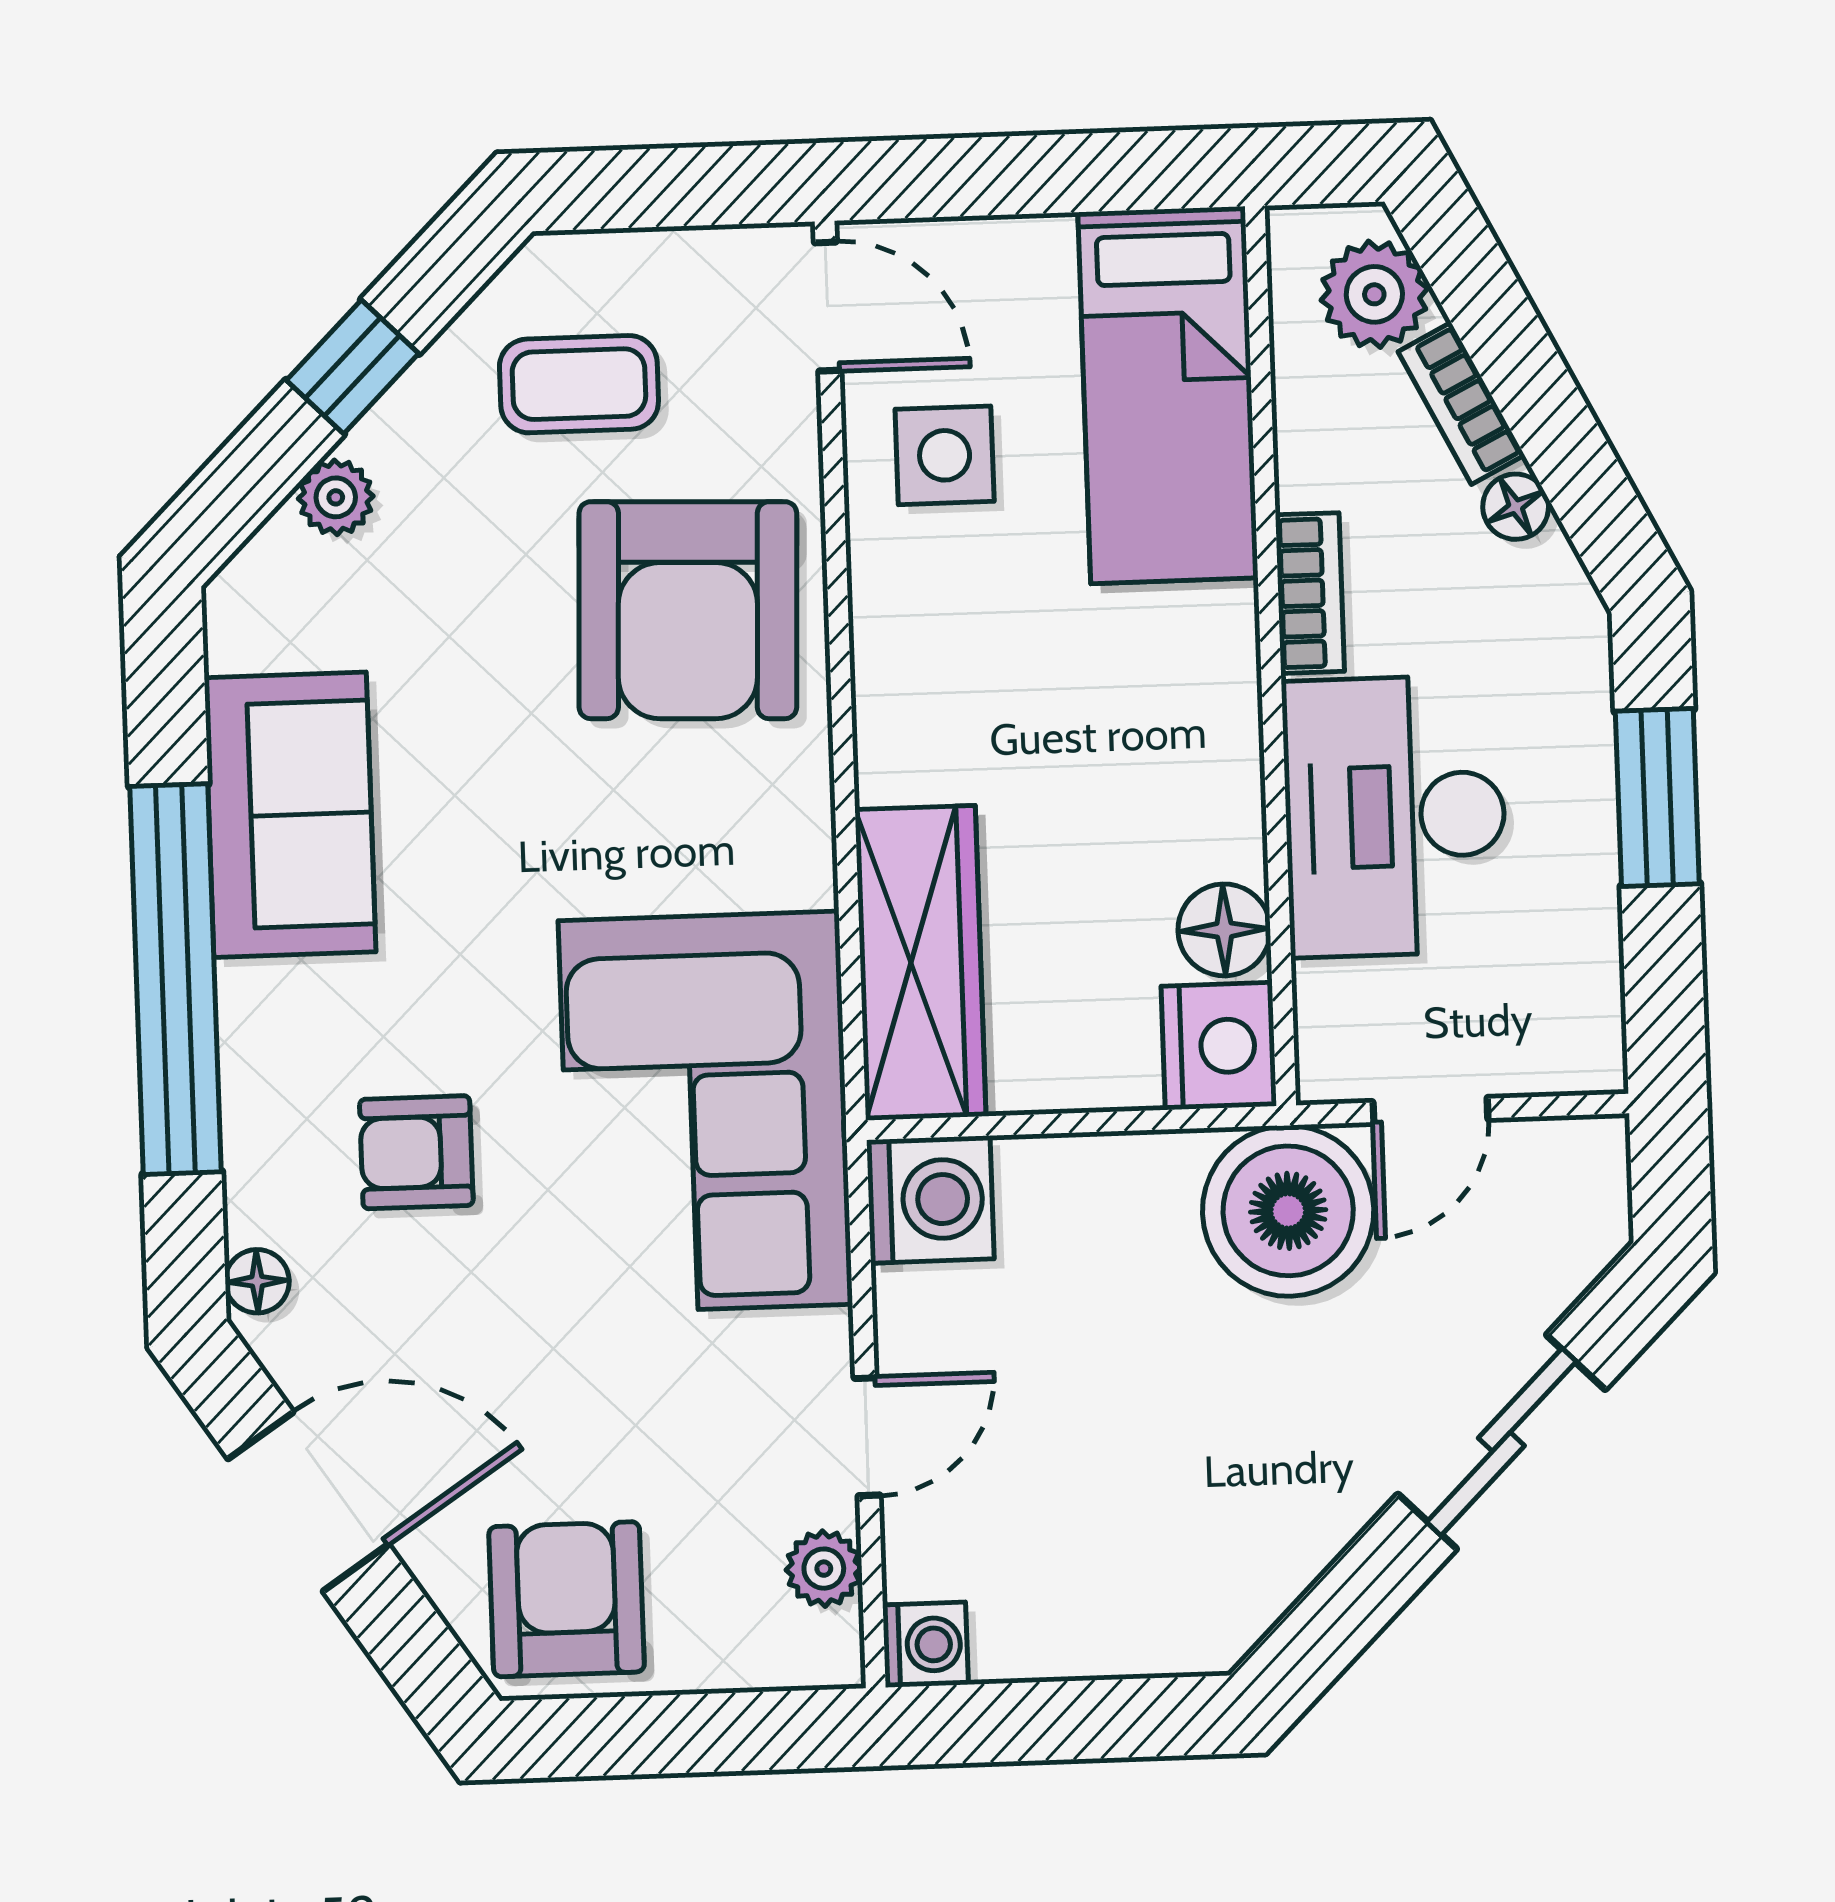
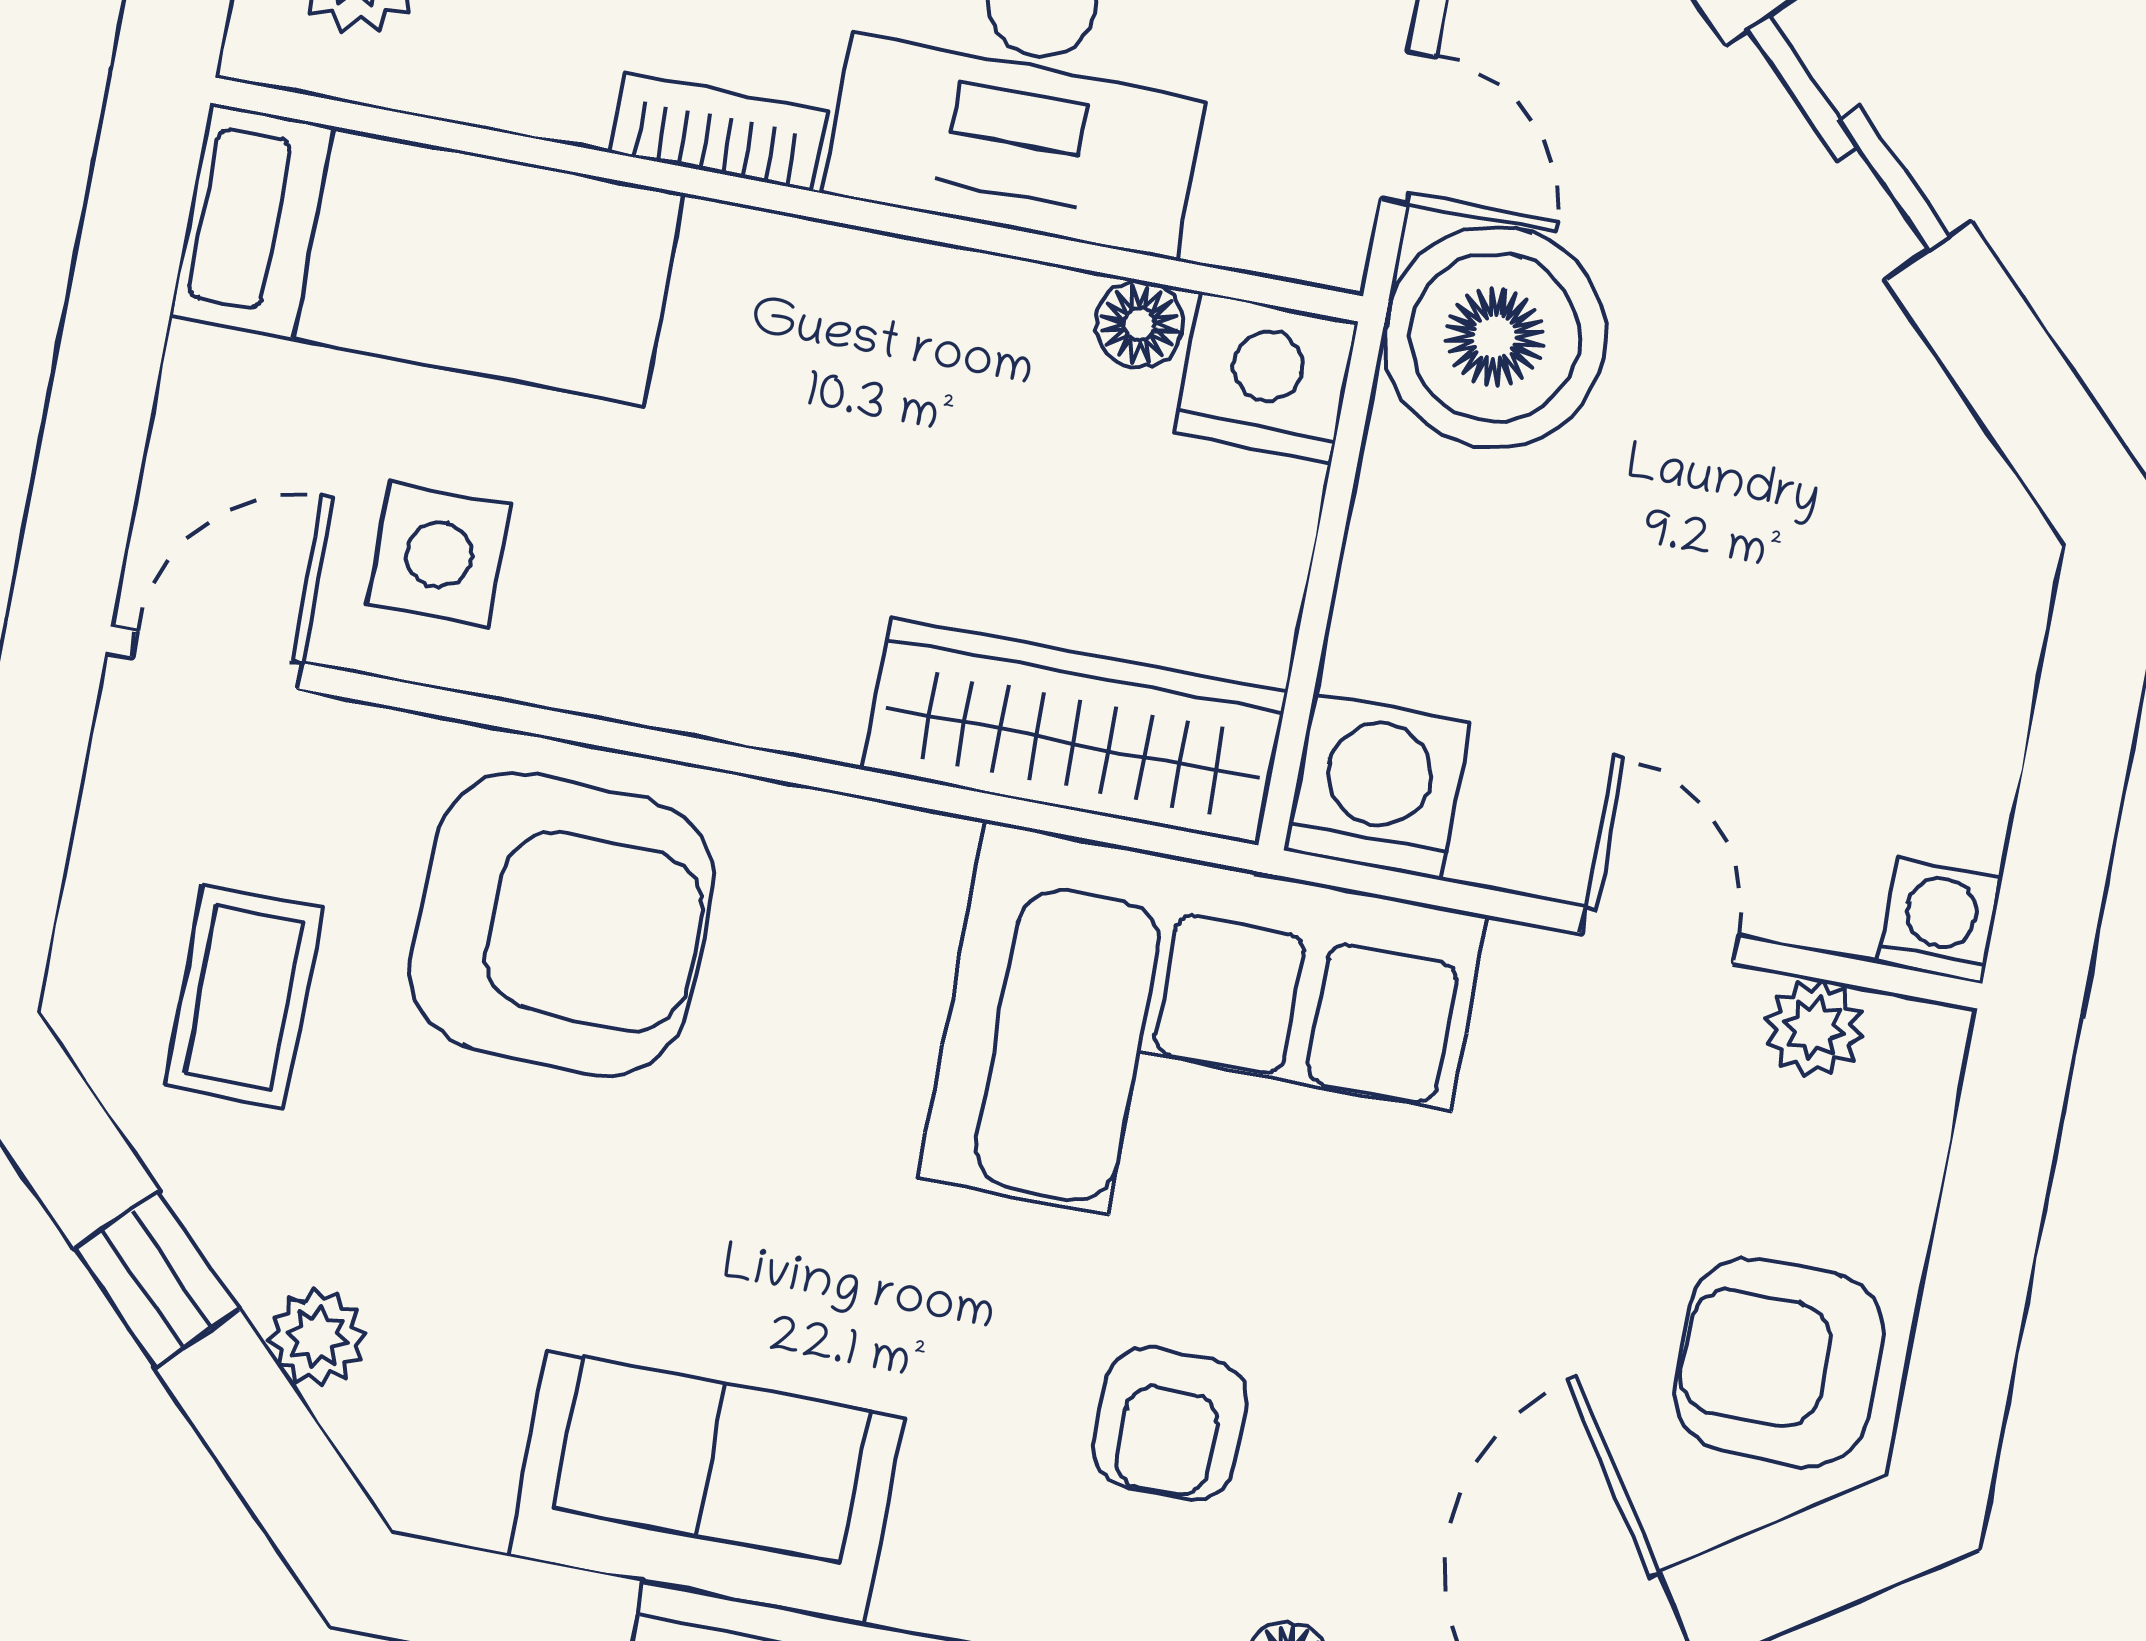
floor lamp: (1224, 930) -> (1139, 324), width x0.73, depth x0.73

